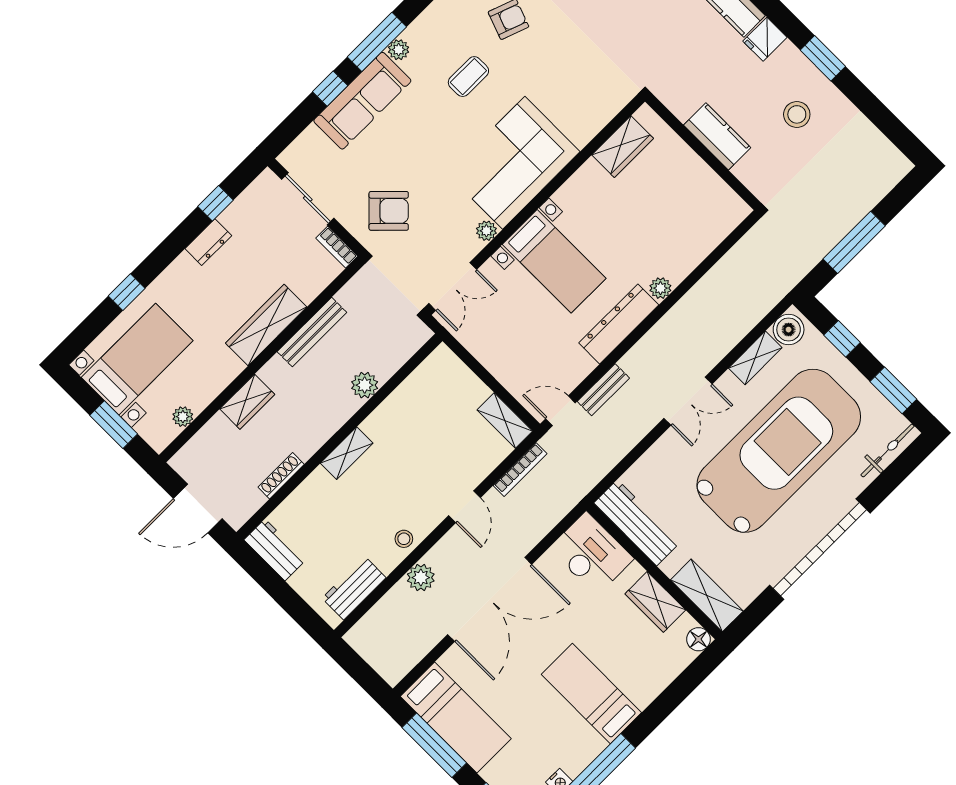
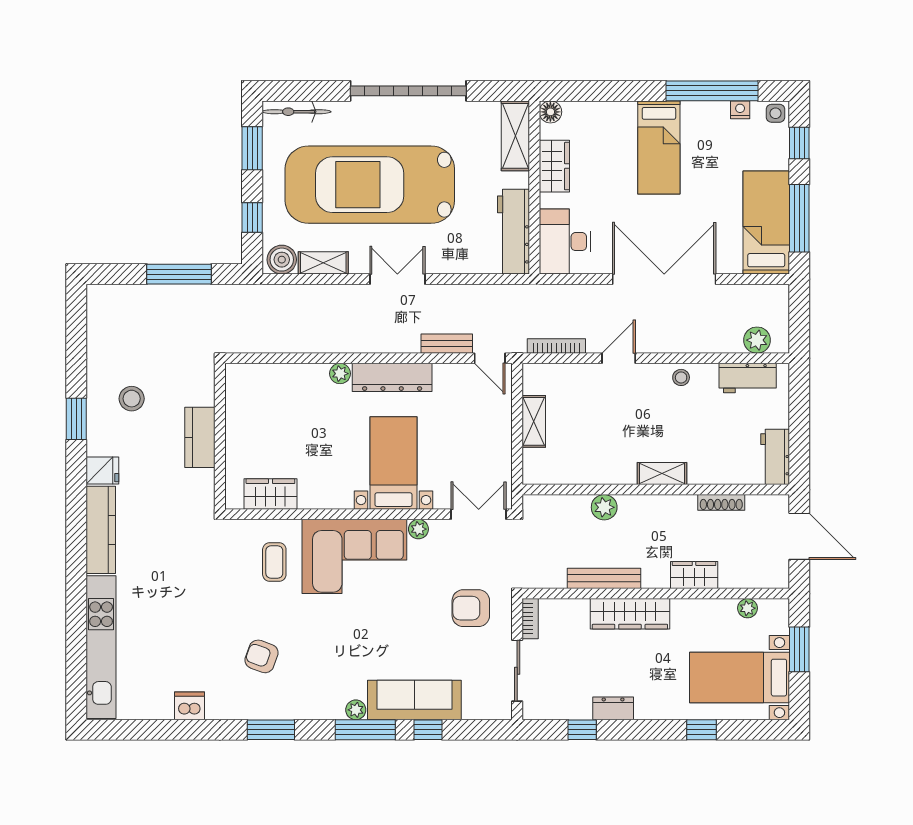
coffee table: (468, 77) -> (274, 562), moved, turned 90
armchair: (389, 211) -> (471, 608), turned -45
shelving: (505, 421) -> (534, 421), moved
plant: (421, 578) -> (757, 340), moved

